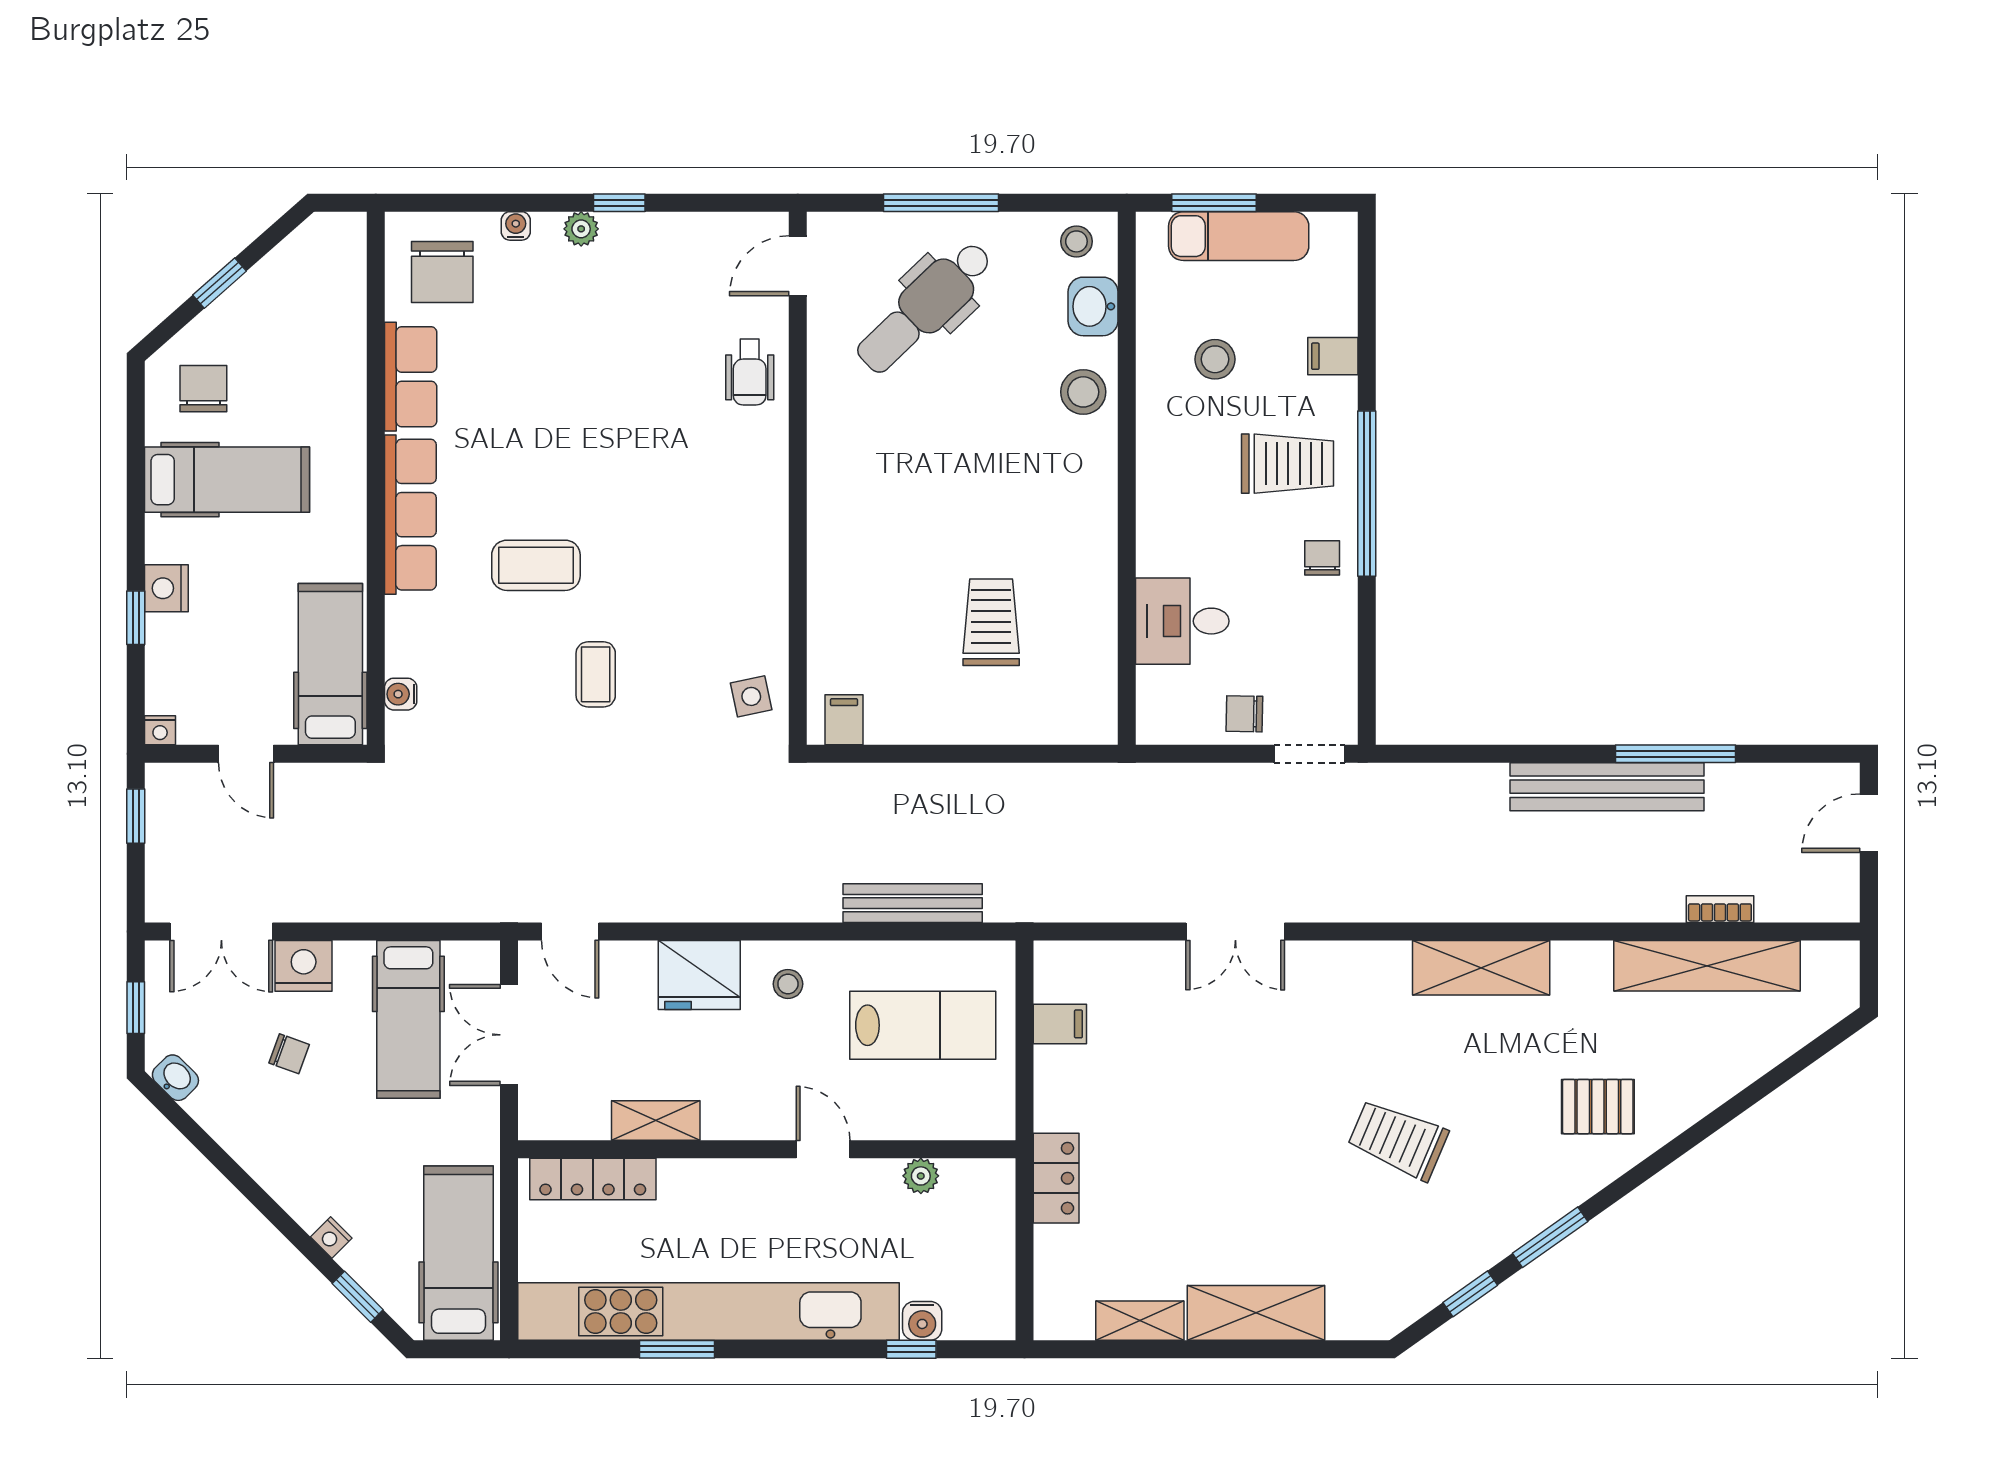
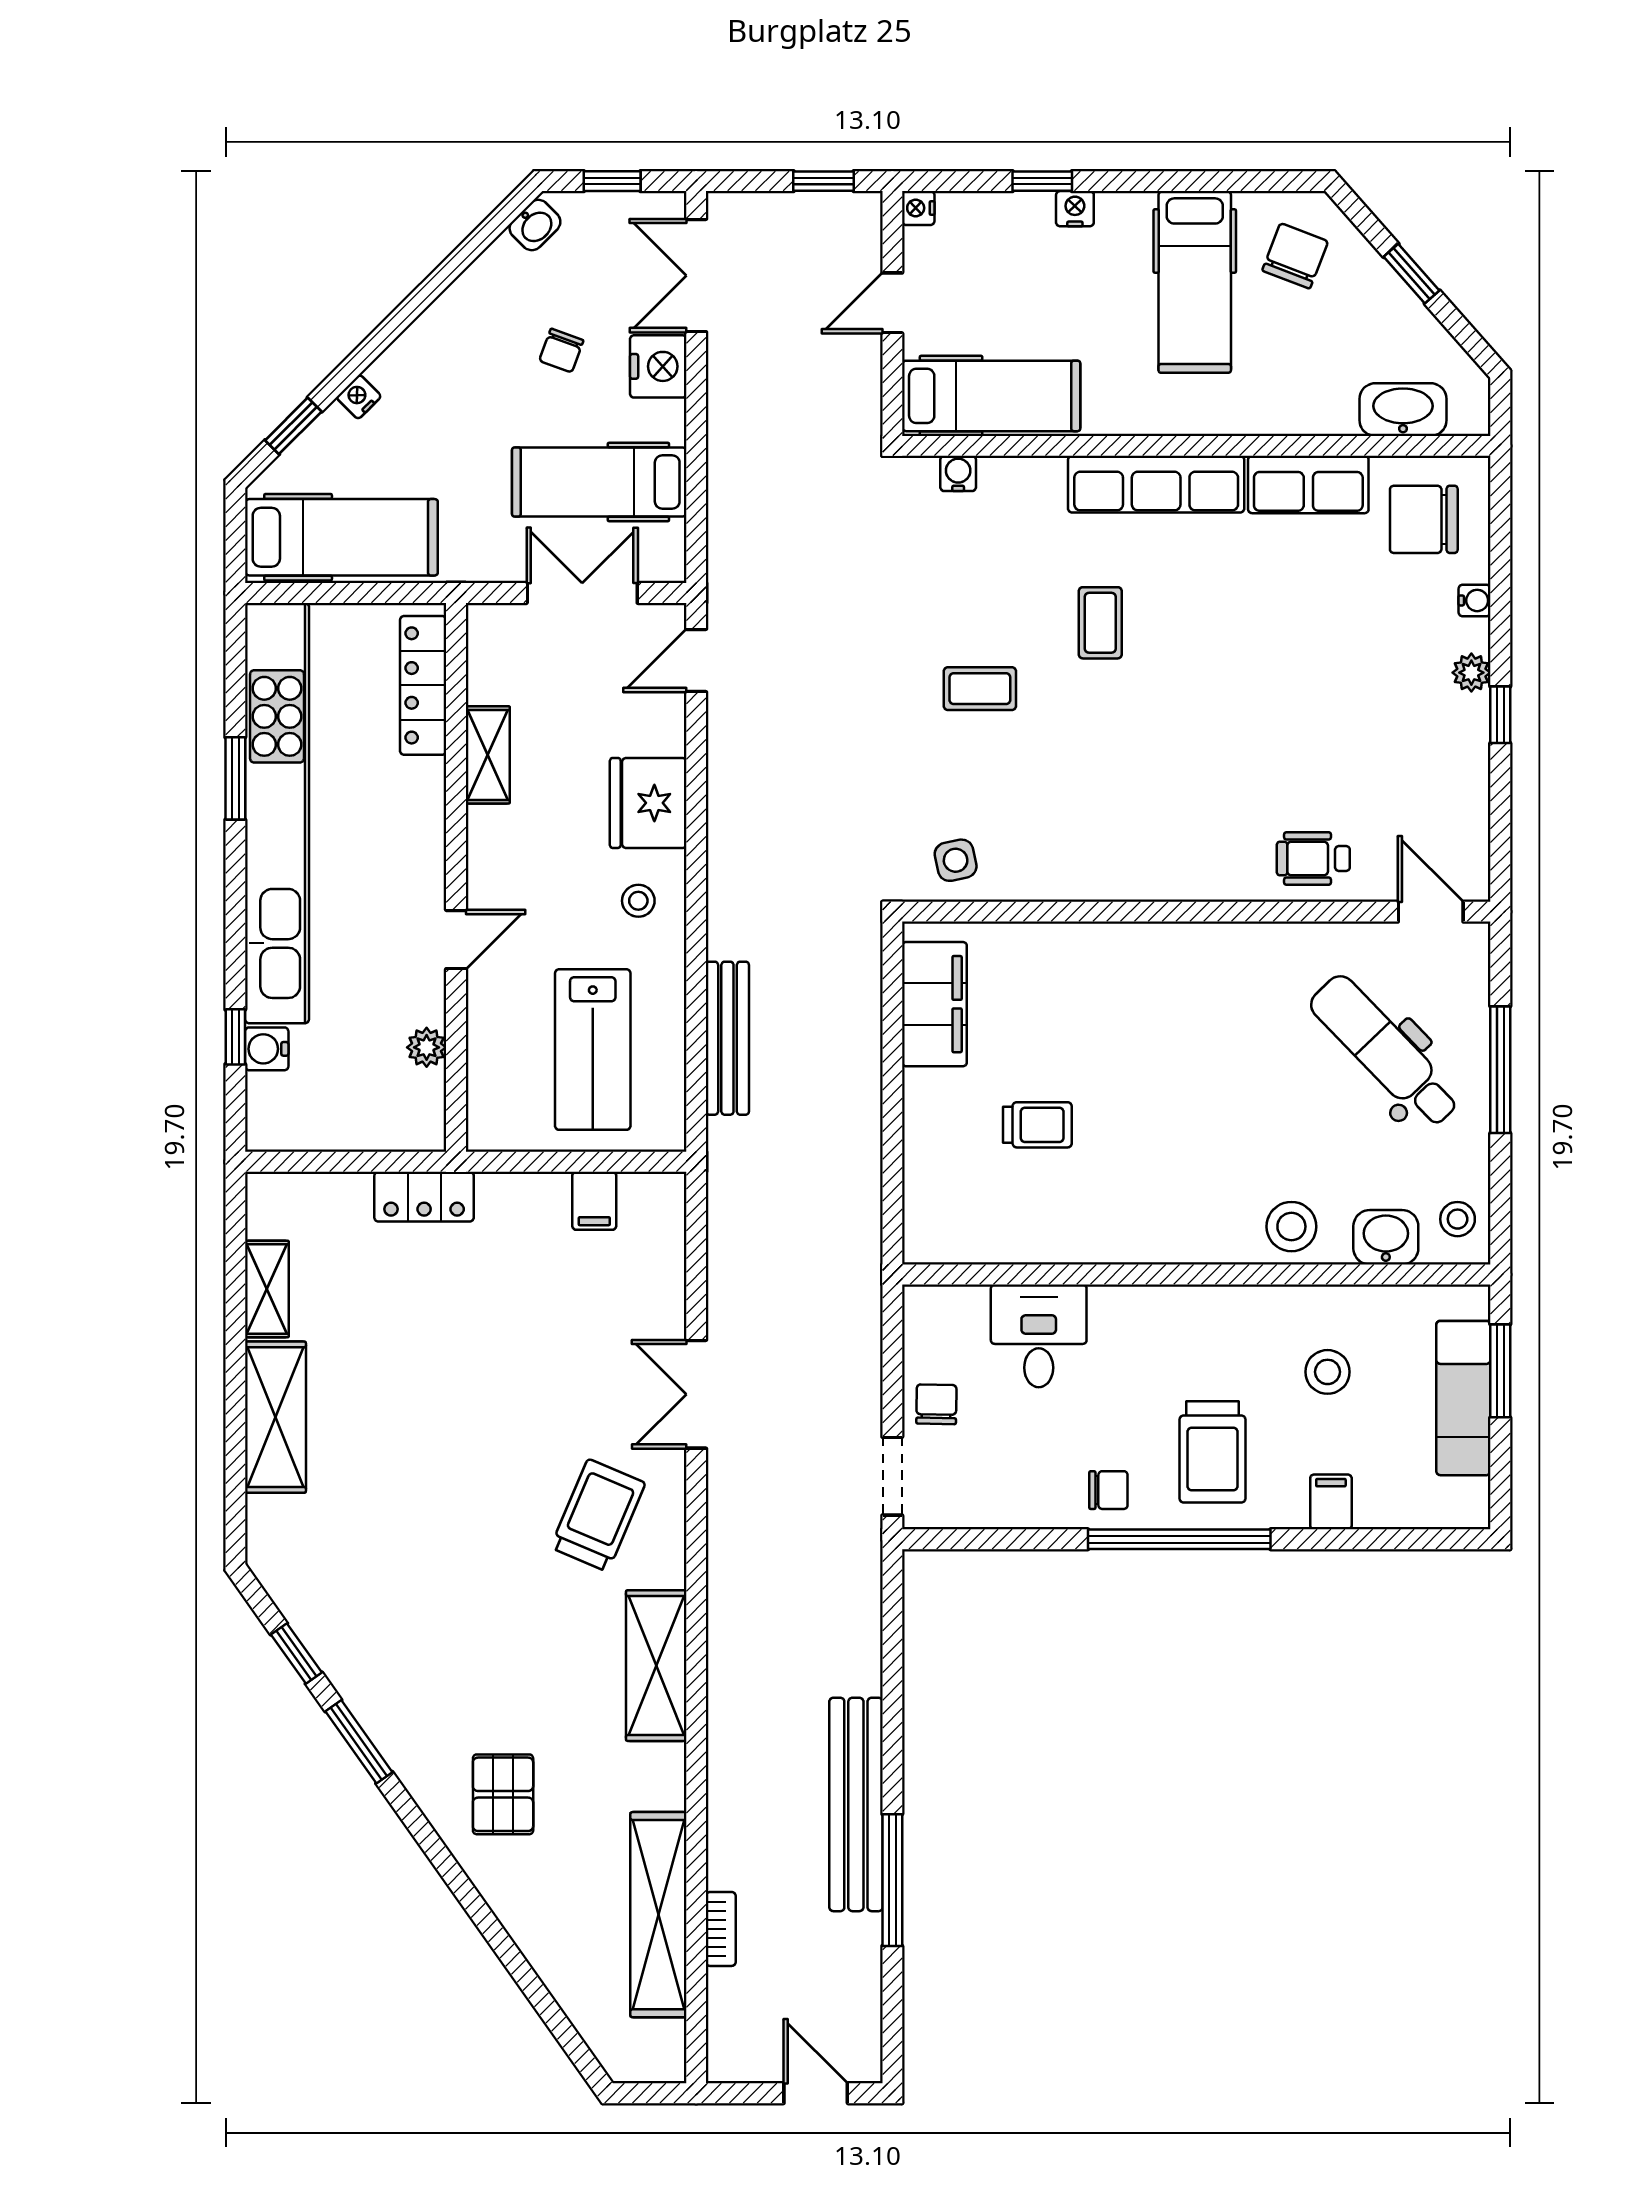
washbasin: (343, 291) -> (1403, 410), added
chair: (203, 389) -> (1295, 256), turned -69
coffee table: (536, 565) -> (1100, 623), width x0.73, depth x0.77
nightstand: (166, 588) -> (1075, 209), width x0.72, depth x0.74
trolley: (991, 622) -> (1037, 1125), width x0.73, depth x0.72
filing cabinet: (844, 720) -> (934, 1004), width x3.00, depth x1.17
trolley: (1398, 1140) -> (598, 1515), moved

